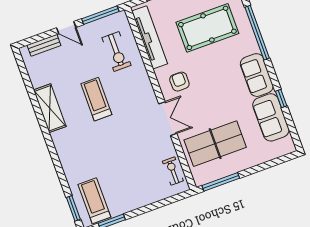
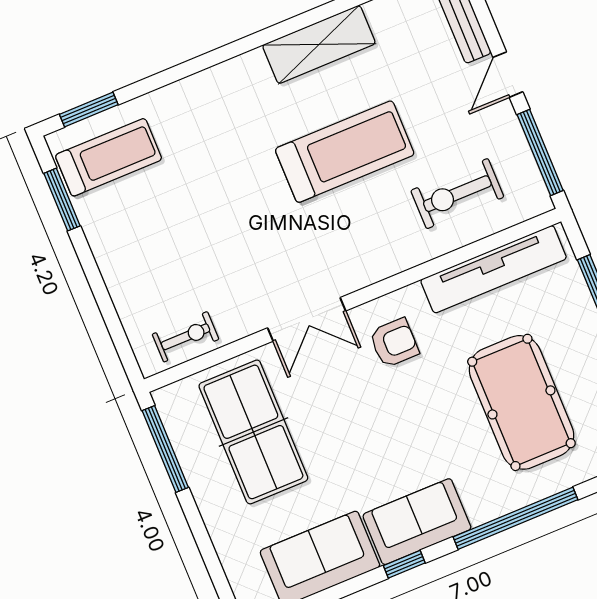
treadmill: (96, 99) -> (345, 152), width x1.37, depth x1.38
window: (281, 99) -> (404, 564), moved

